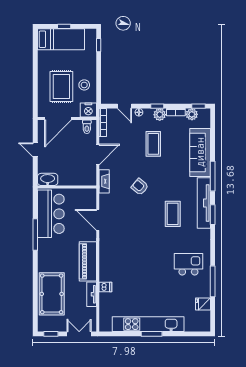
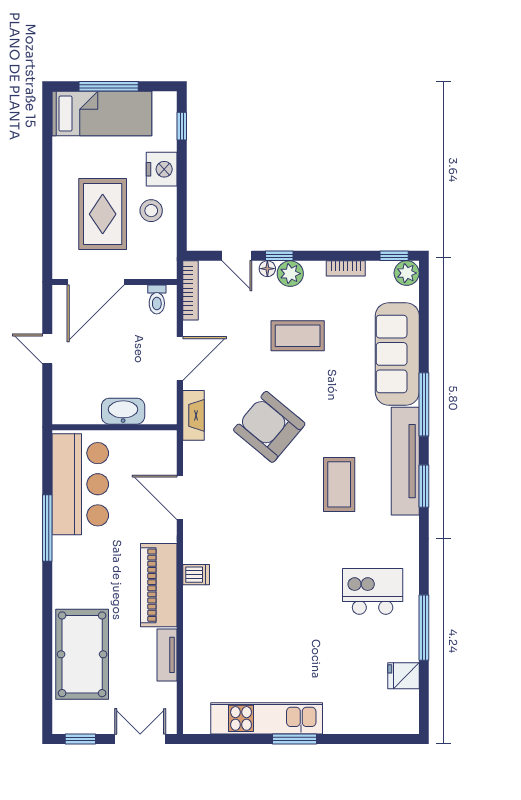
window: (64, 26) -> (109, 86), width x2.17
window: (157, 106) -> (279, 256), moved
nightstand: (88, 110) -> (162, 169), moved, turned -90
plant: (192, 114) -> (407, 273), moved
plant: (160, 115) -> (290, 274), moved
coffee table: (153, 144) -> (298, 336), turned 90
washbasin: (48, 179) -> (123, 411), moved
armchair: (140, 187) -> (269, 427), width x1.88, depth x1.88
dishwasher: (105, 287) -> (196, 575), moved
kitchen unit: (148, 324) -> (267, 718), width x0.73

